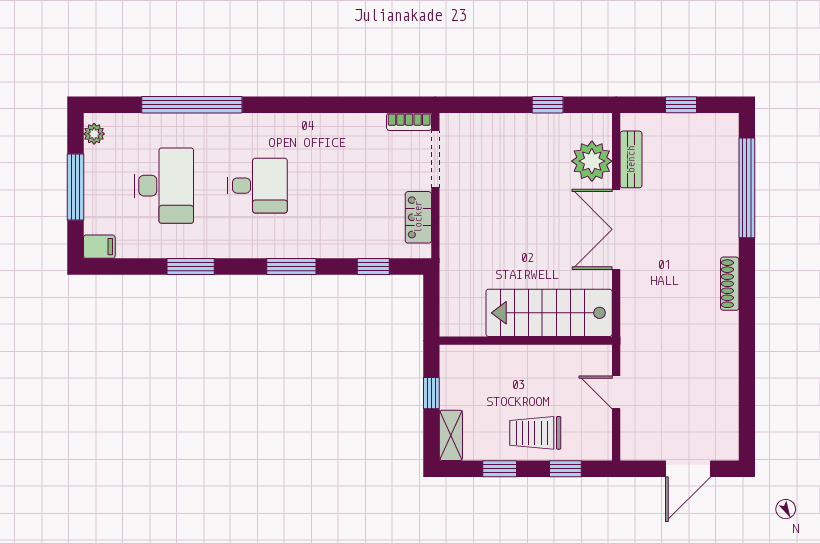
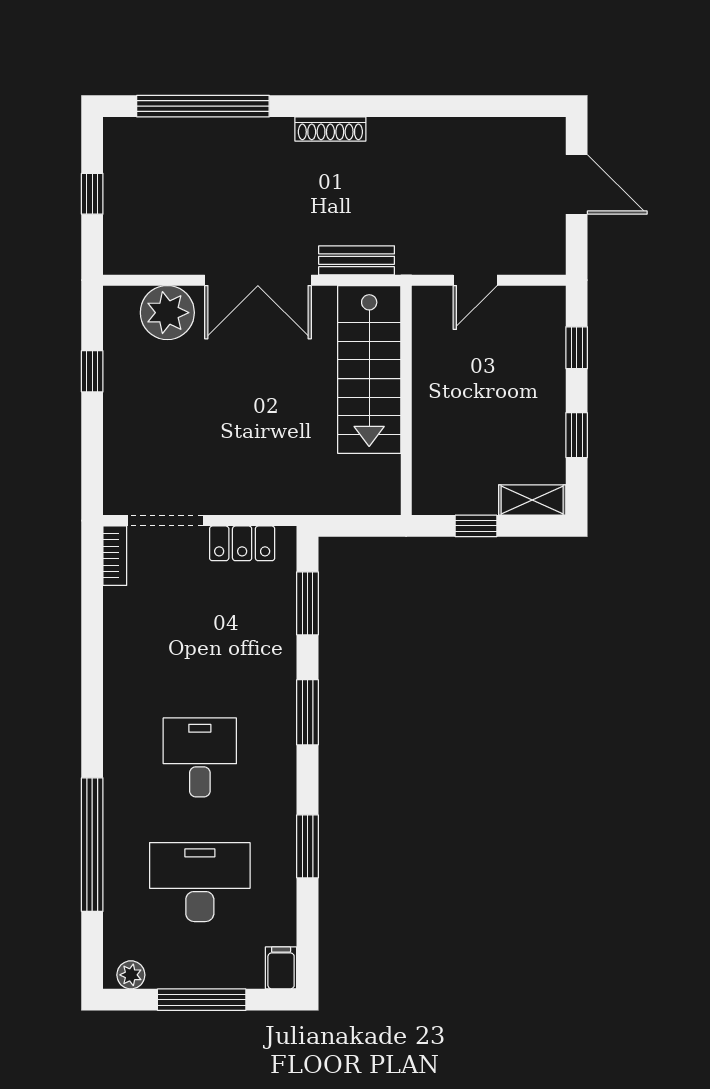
bench: (631, 159) -> (357, 260), moved
window: (373, 266) -> (307, 603), width x1.50
trolley: (535, 433) -> (529, 388), removed

